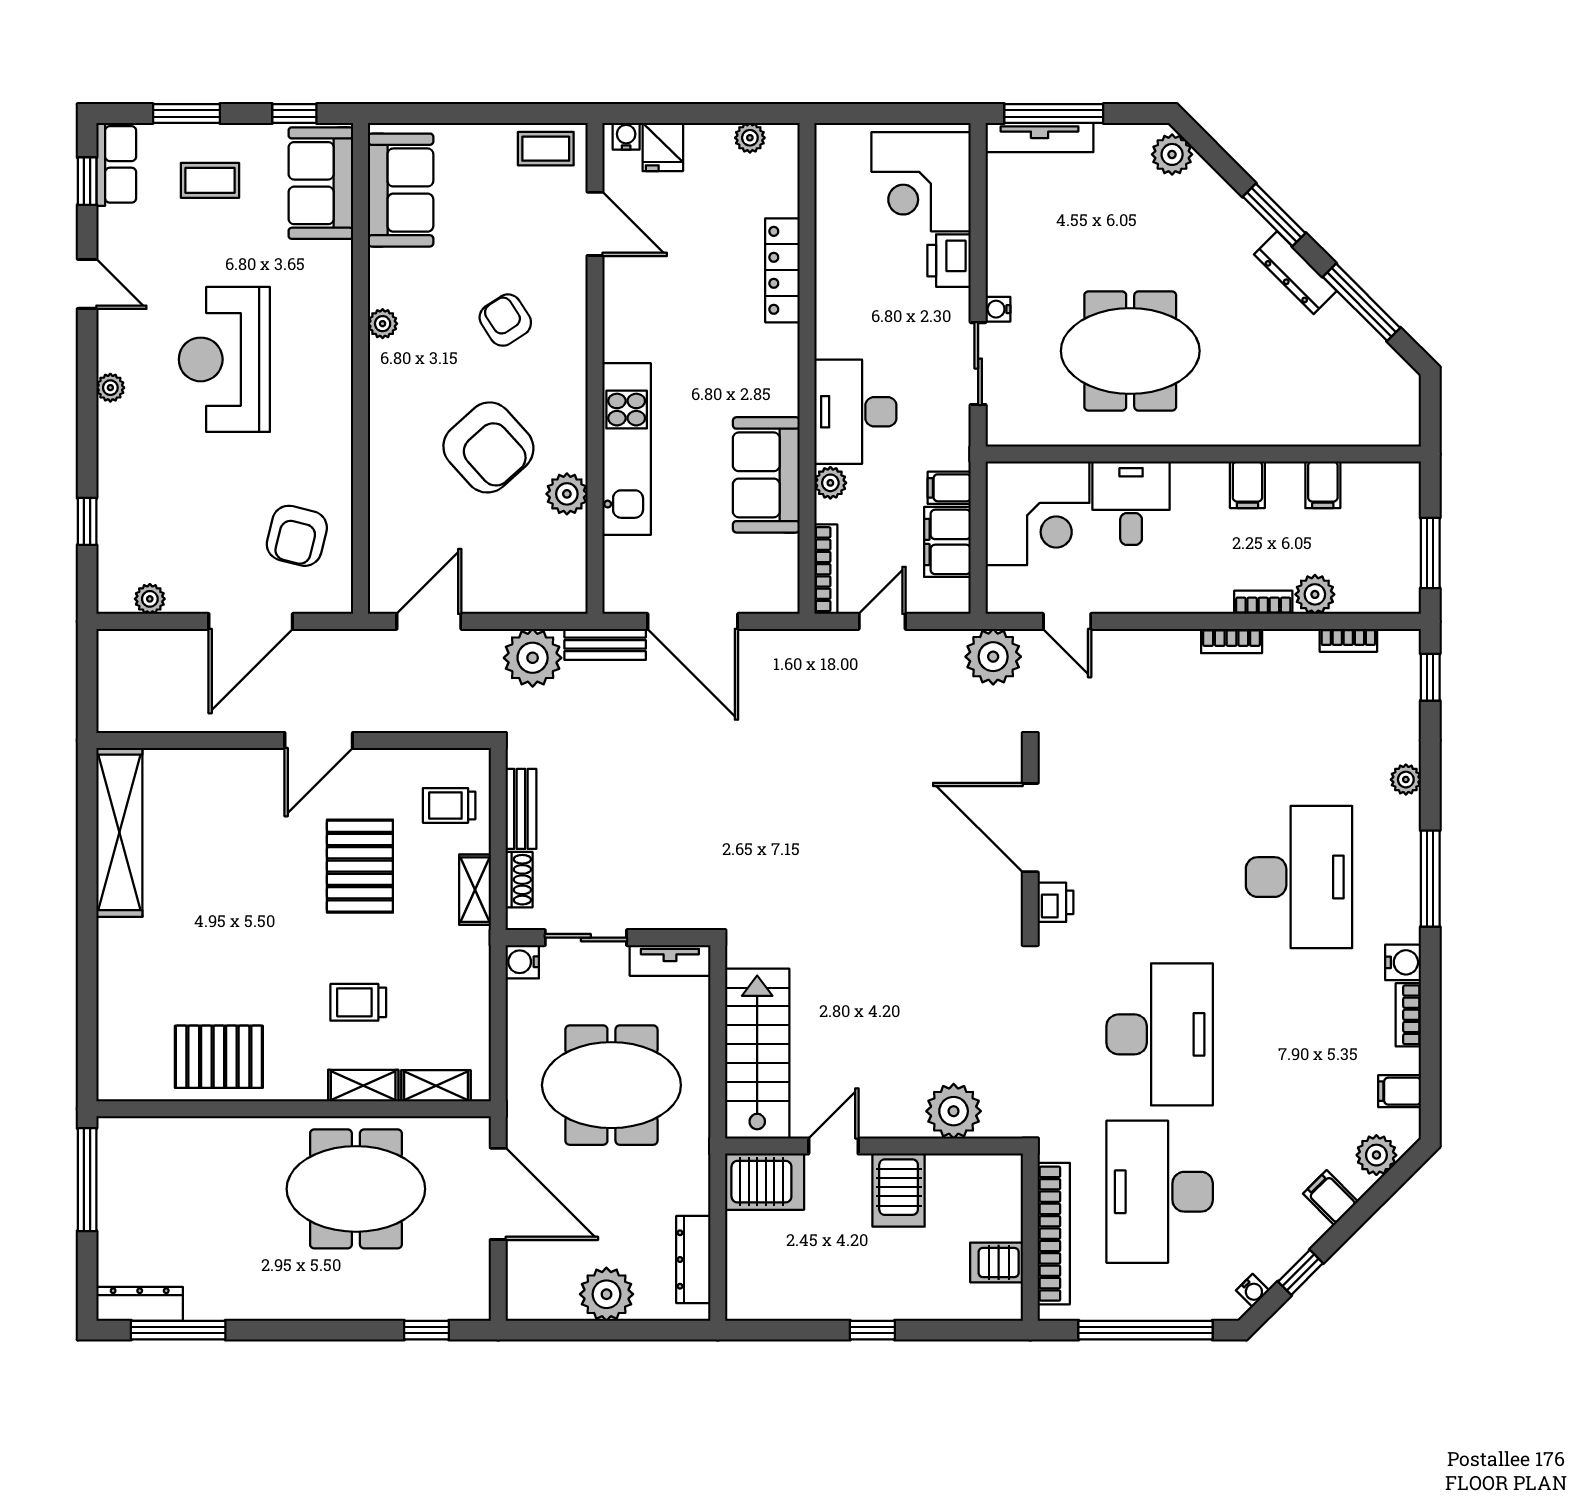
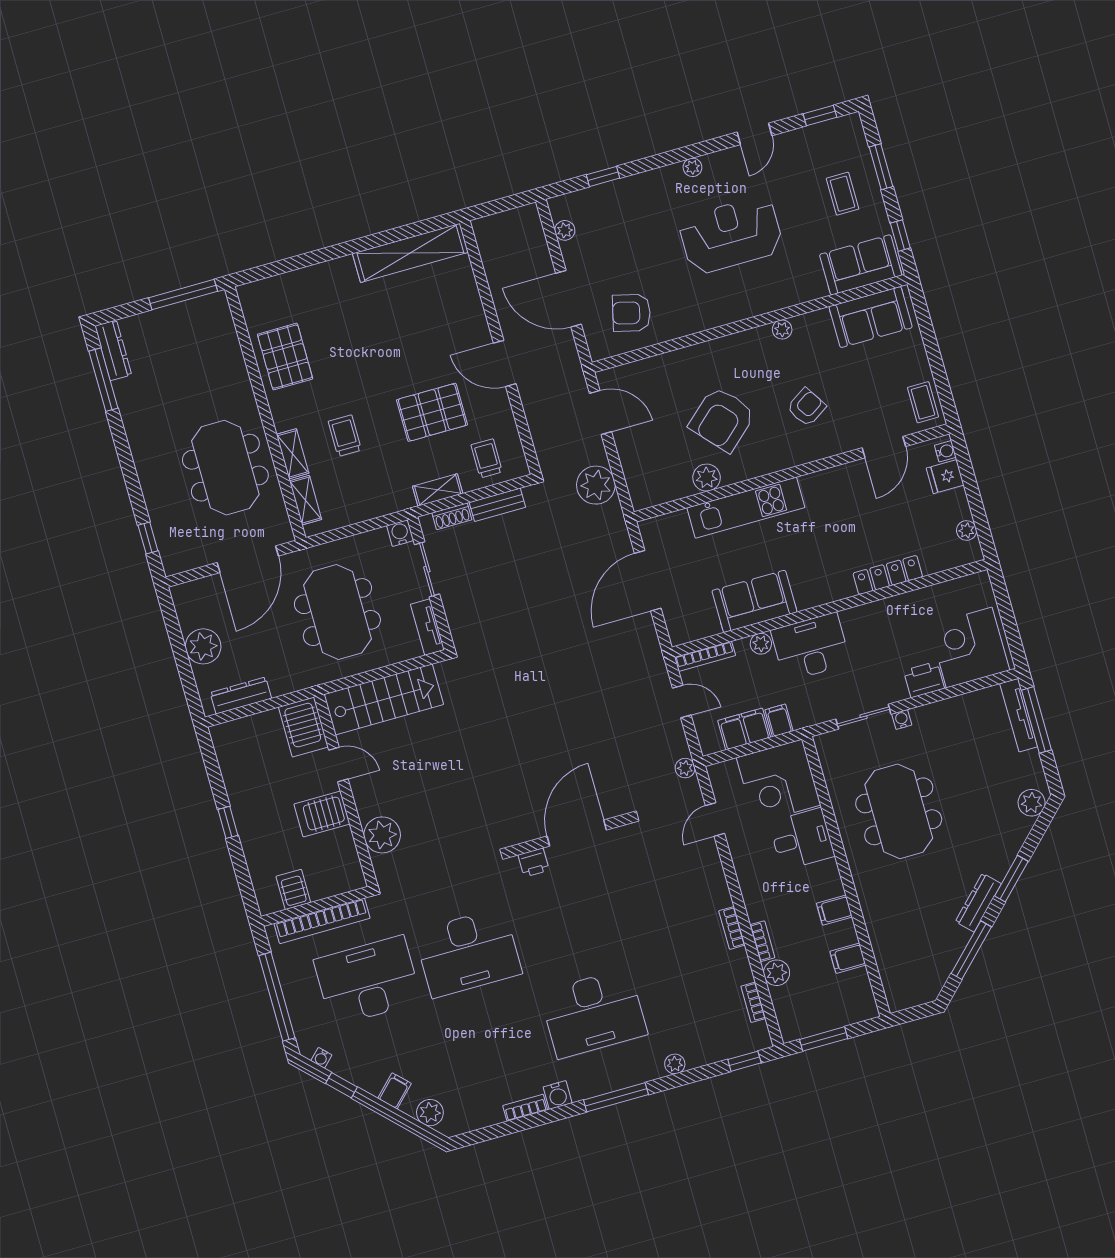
row of seats: (116, 164) -> (836, 131), removed
bench: (605, 644) -> (617, 529), removed
plant: (993, 657) -> (685, 768), width x0.53, depth x0.53
filing cabinet: (1400, 1091) -> (475, 1116), removed

